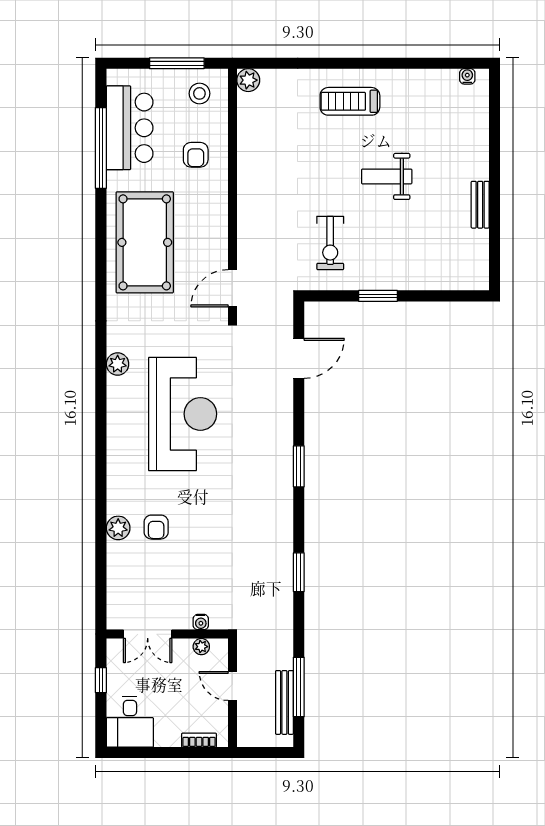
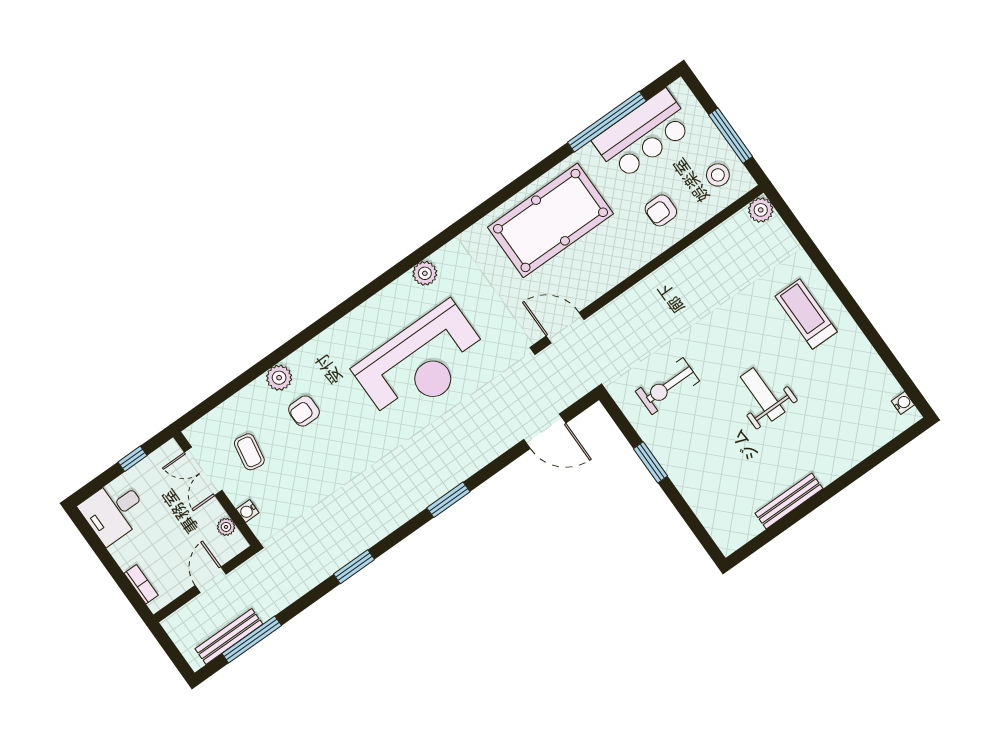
bench: (480, 205) -> (789, 501), width x1.36
coffee table: (158, 589) -> (249, 452), added

